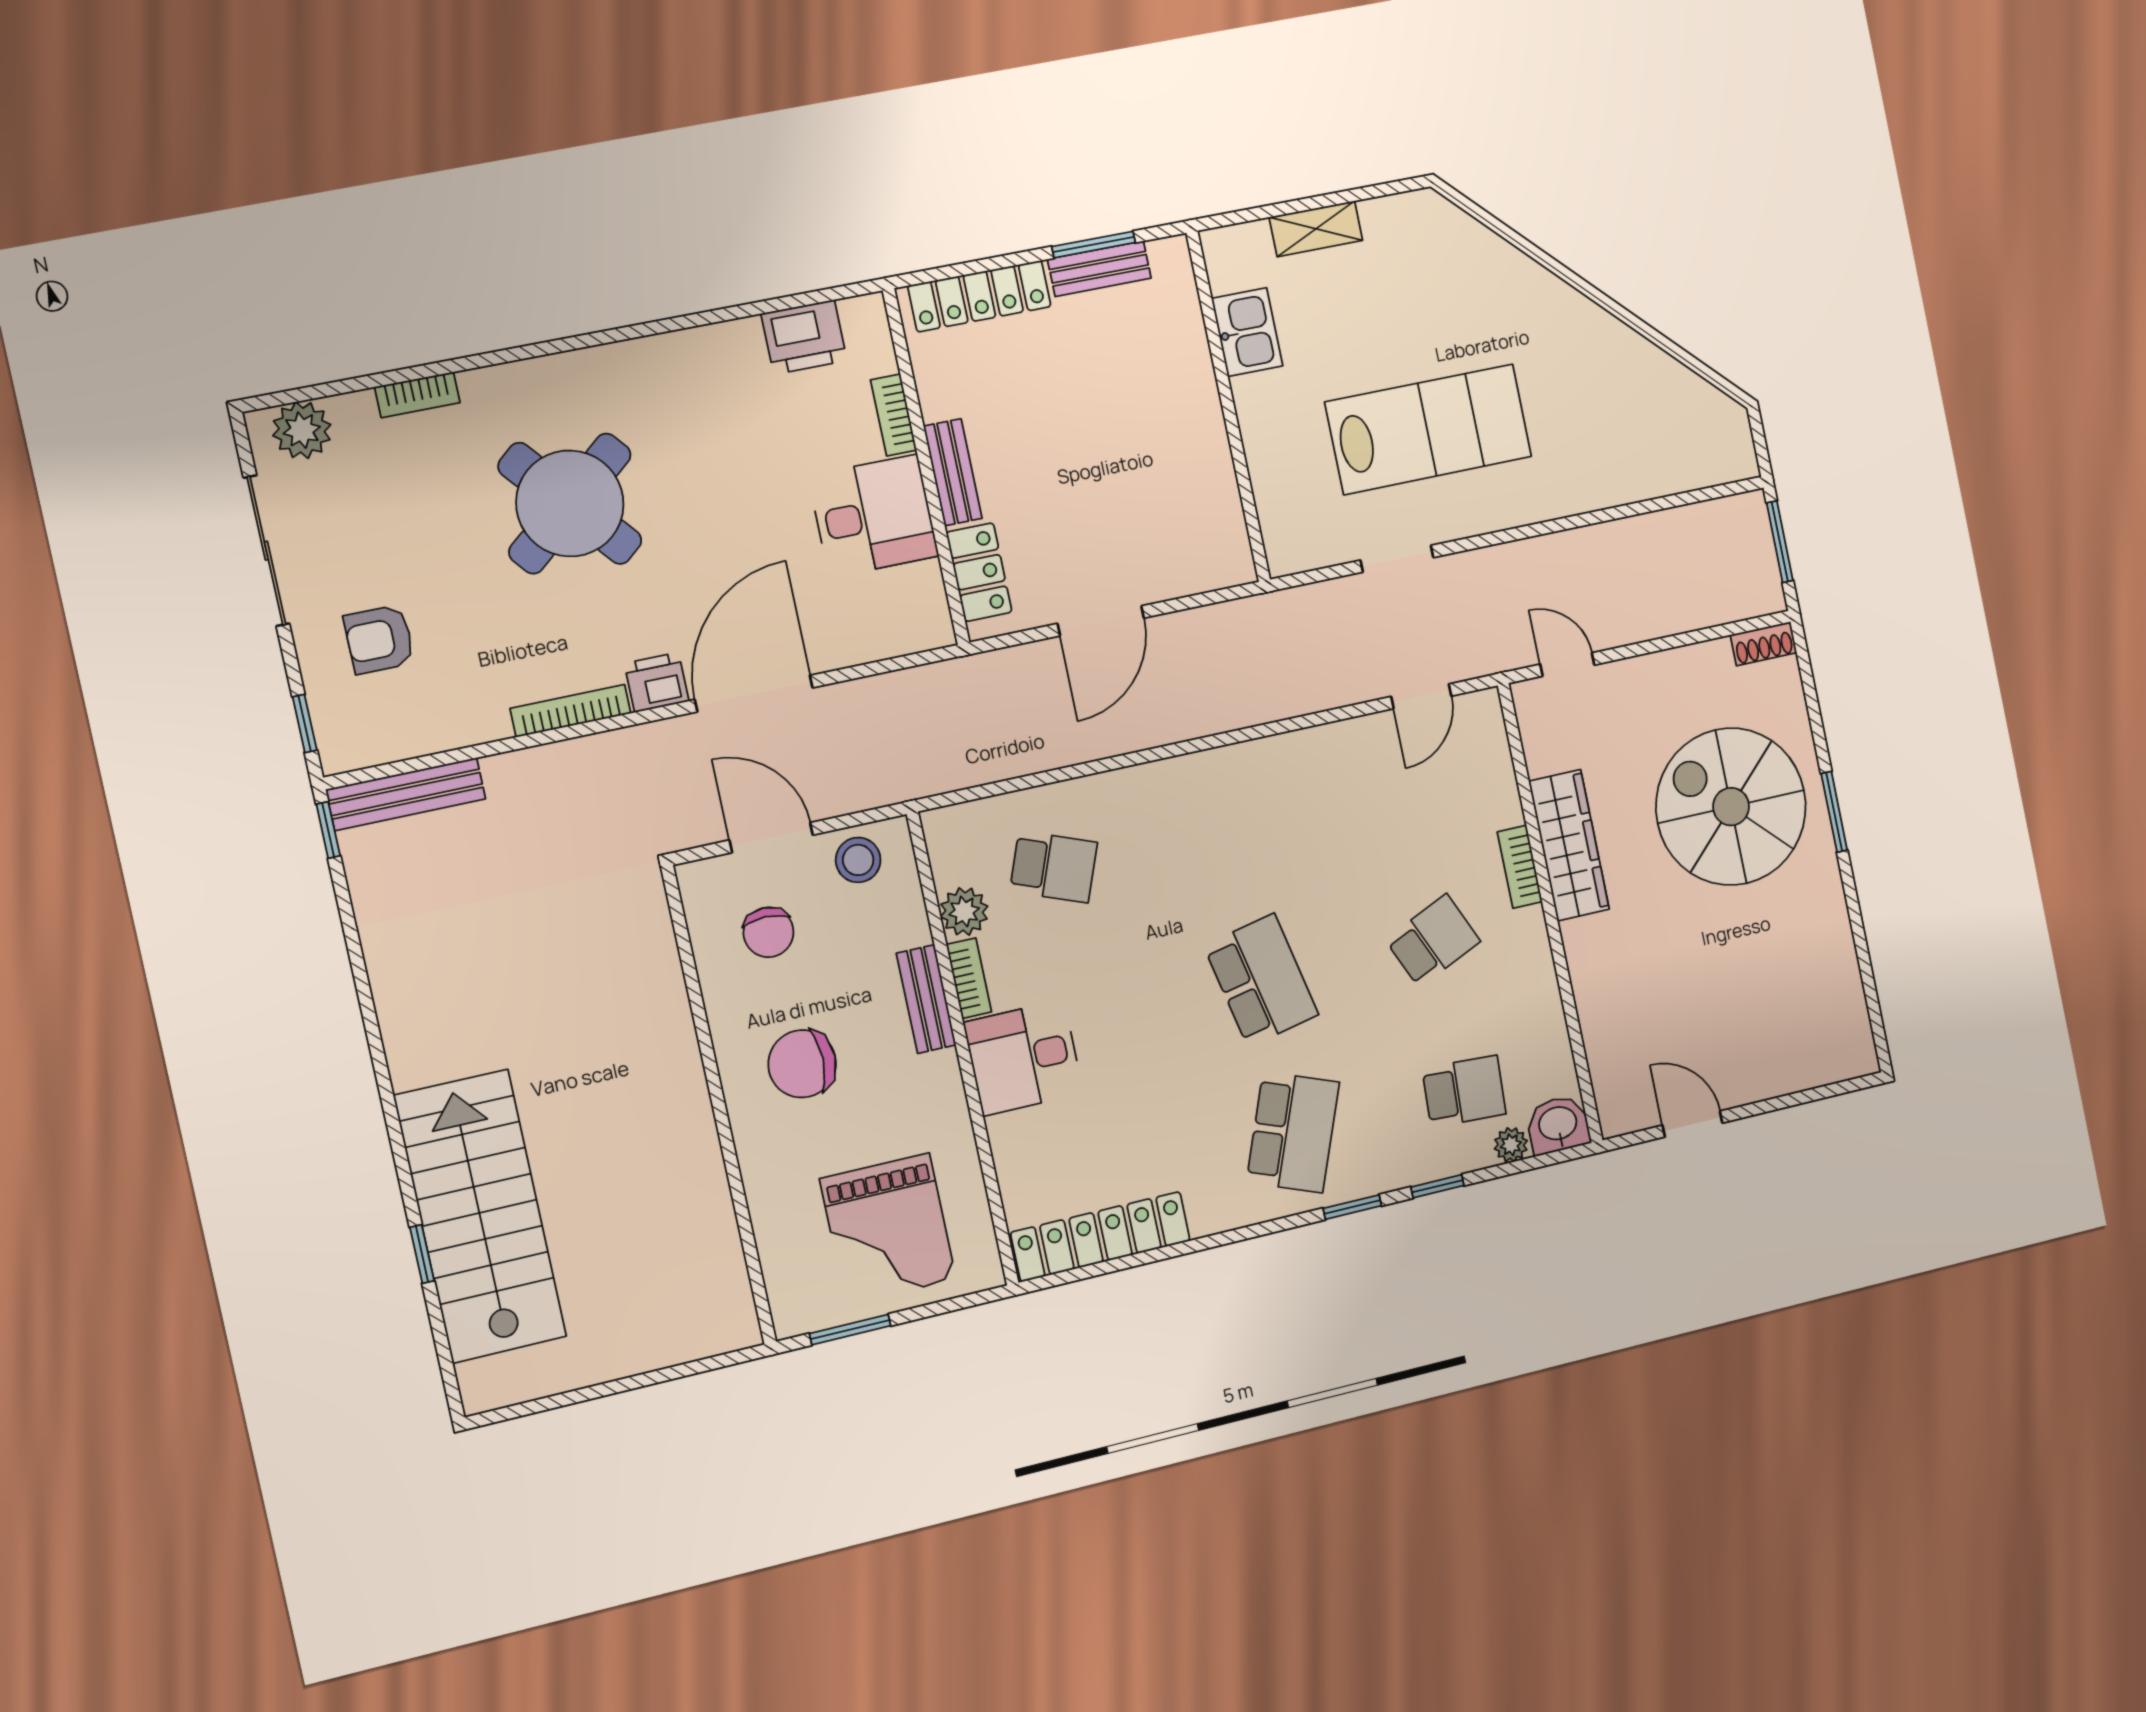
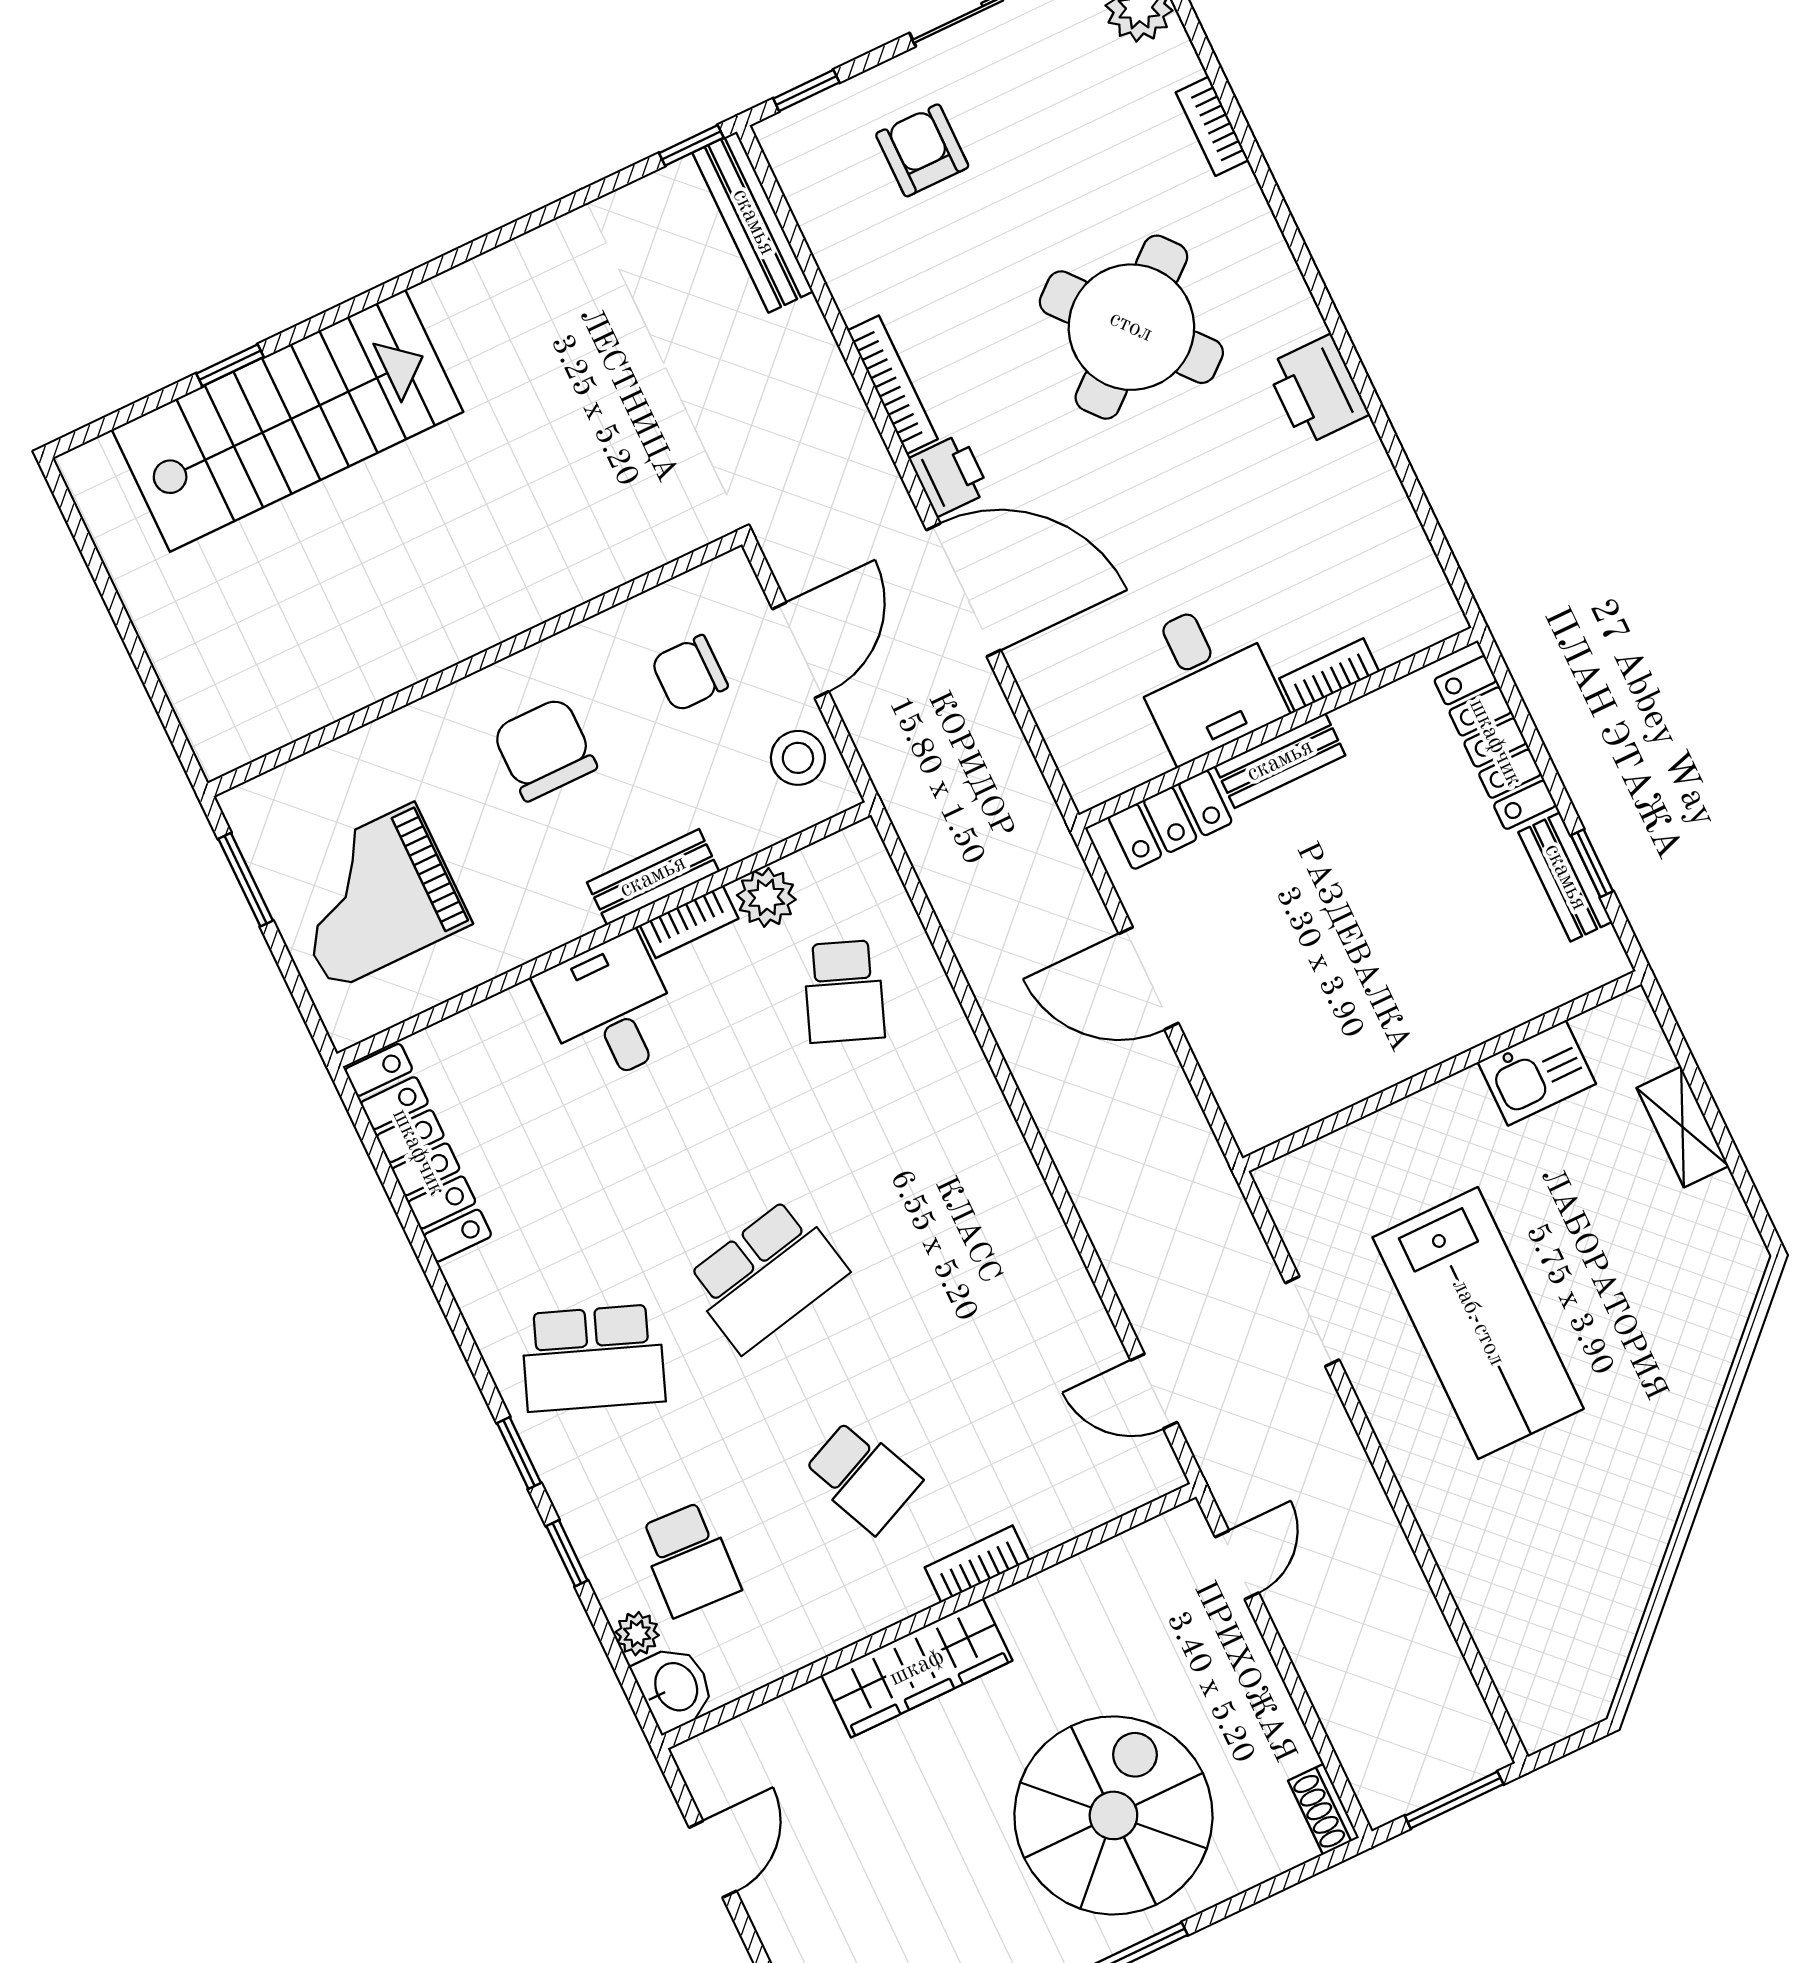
window: (1094, 245) -> (1592, 863), width x0.67
printer: (804, 337) -> (1317, 390), moved
wardrobe: (1569, 845) -> (917, 1668), moved

